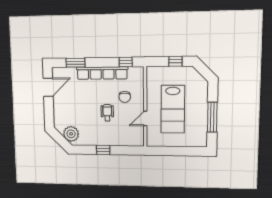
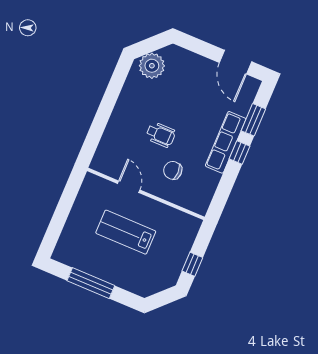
window: (126, 62) -> (240, 153), moved
row of seats: (102, 73) -> (226, 142), width x0.73
lab bench: (173, 109) -> (126, 232), width x0.73, depth x0.72
window: (103, 150) -> (108, 104), removed

